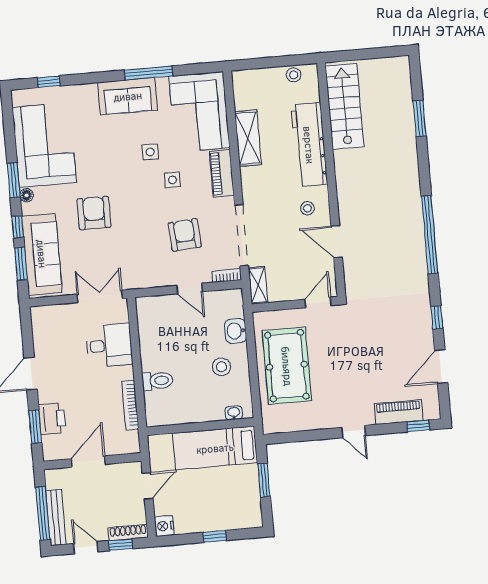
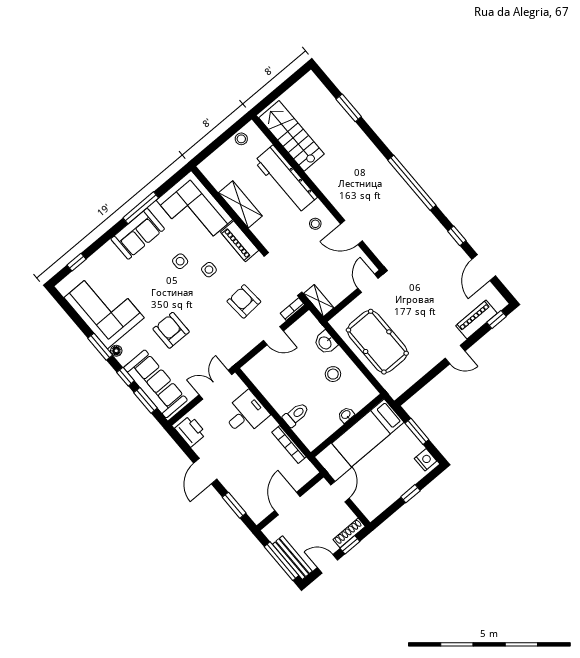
washbasin: (234, 413) -> (346, 415), moved
printer: (52, 419) -> (191, 431), moved
nightstand: (164, 526) -> (426, 460), moved, turned 180

